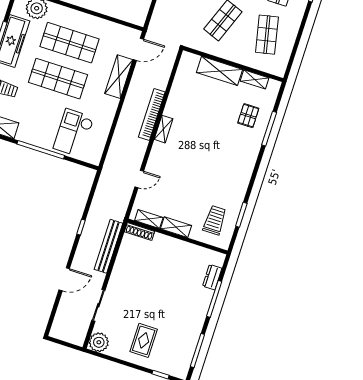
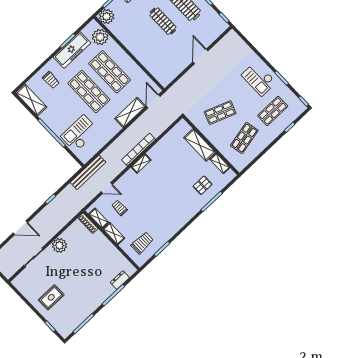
door: (138, 49) -> (153, 101), swing flipped
trolley: (166, 194) -> (120, 208), added
bench: (108, 246) -> (88, 172), moved
plant: (99, 342) -> (59, 245), moved

